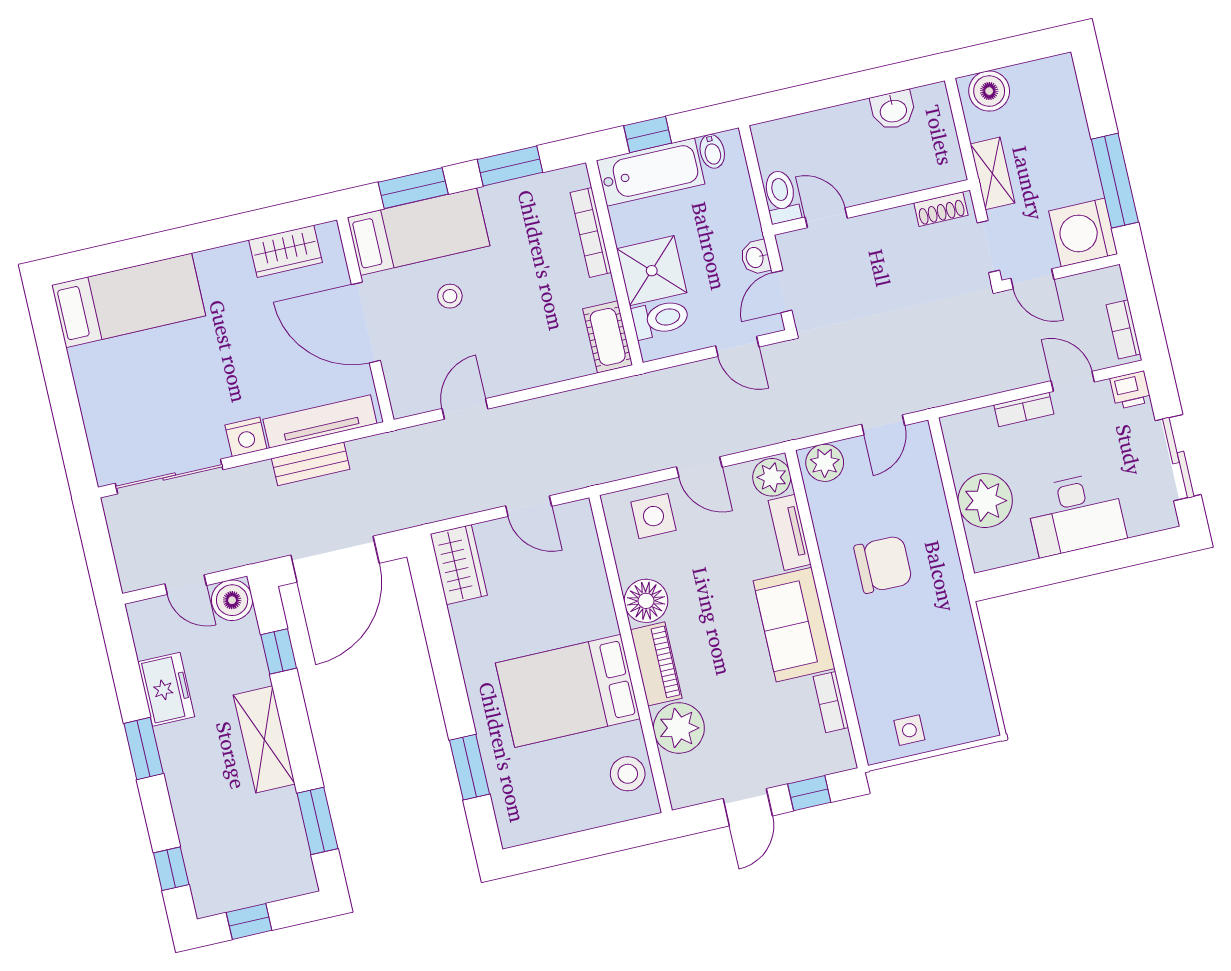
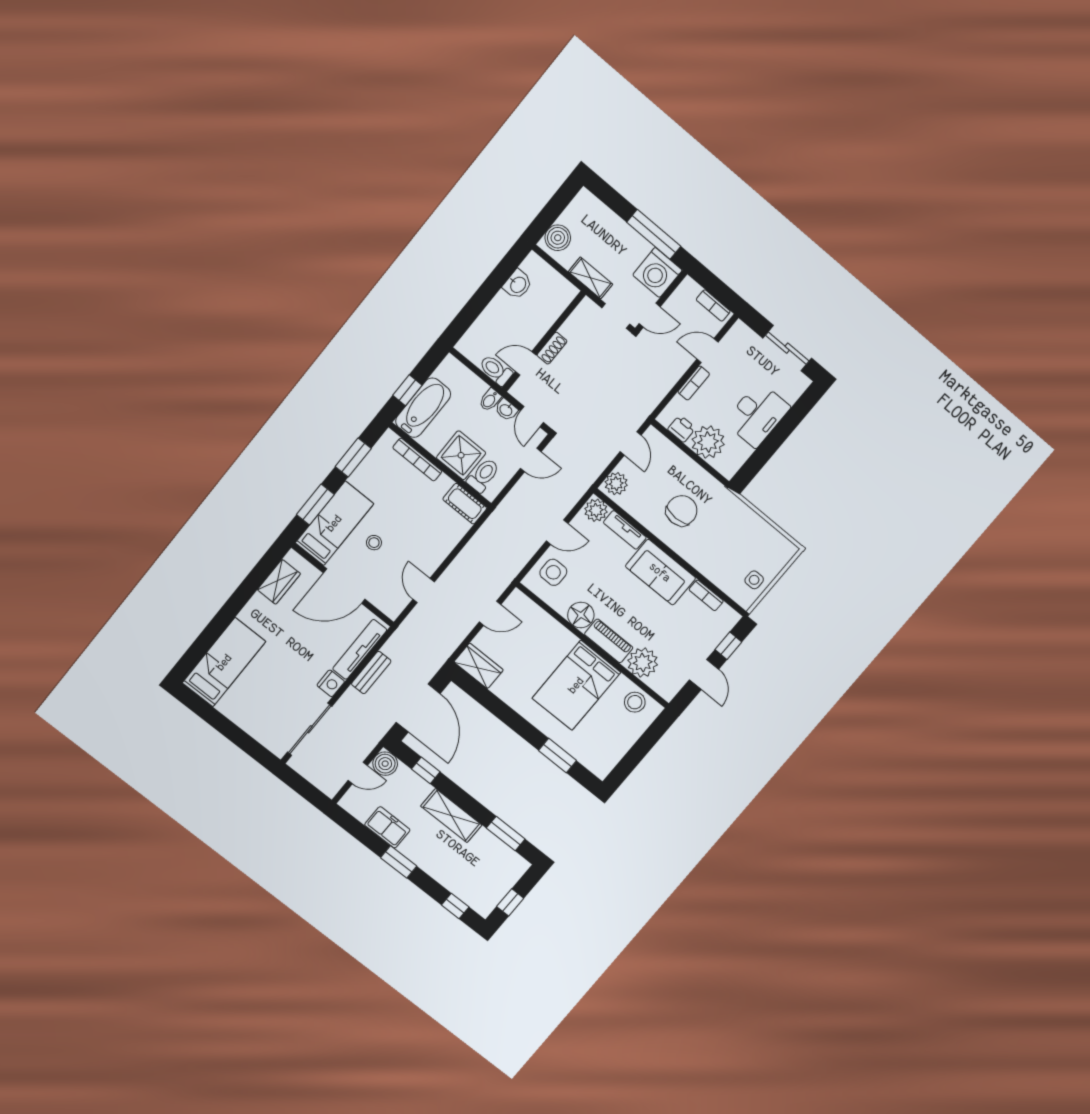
bidet: (712, 151) -> (490, 400), moved, turned 90
shoe rack: (941, 209) -> (552, 348), moved
printer: (1131, 390) -> (682, 429), moved, turned -90

